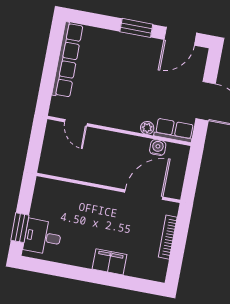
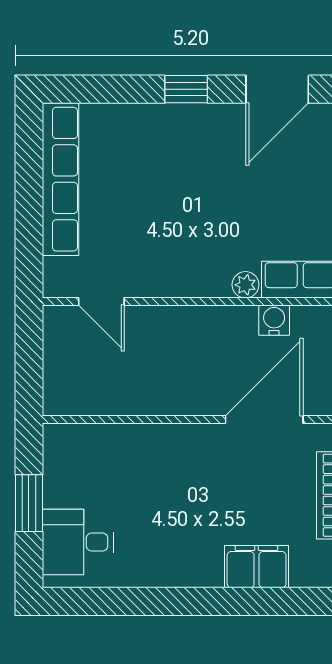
window: (136, 28) -> (186, 89), width x0.67
window: (20, 228) -> (29, 503), moved
filing cabinet: (110, 262) -> (257, 567), moved

